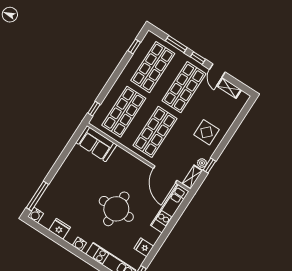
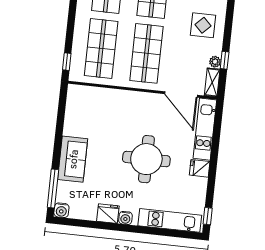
sofa: (96, 144) -> (73, 159), moved, turned -90
fridge: (60, 229) -> (108, 214), moved
fridge: (144, 247) -> (200, 168), moved

